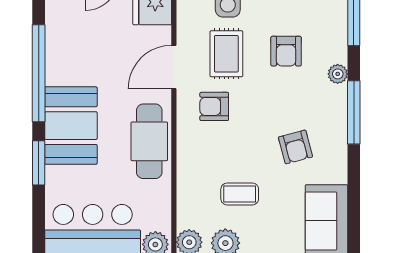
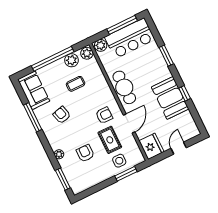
window: (39, 73) -> (185, 93), width x0.32
window: (354, 112) -> (33, 117), moved
booth: (71, 126) -> (170, 98), moved

